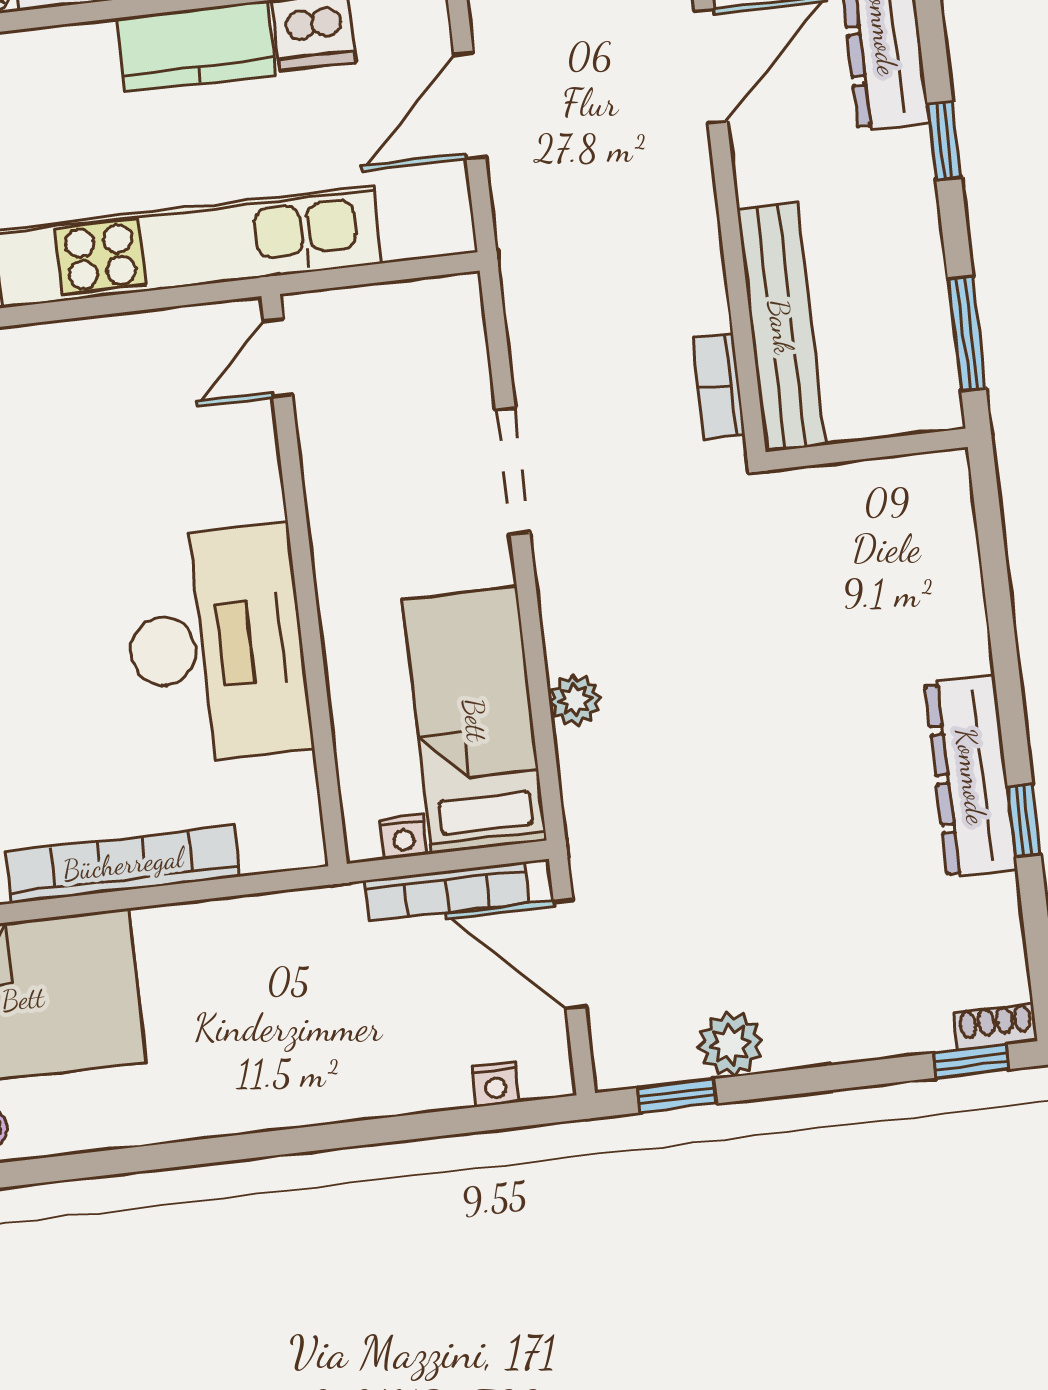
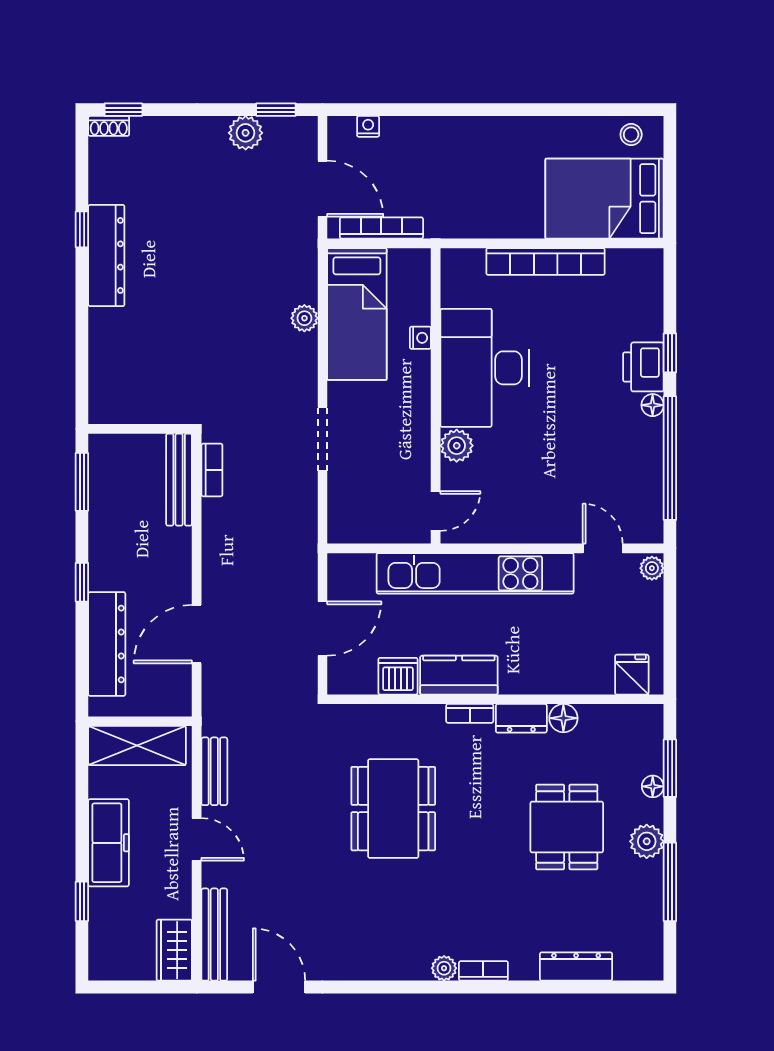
bench: (781, 327) -> (179, 480), width x0.73, depth x0.82
plant: (252, 489) -> (457, 446), added
nightstand: (403, 837) -> (420, 338), moved, turned 90

